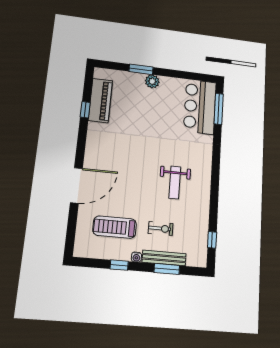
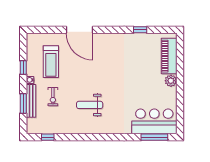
window: (141, 69) -> (180, 71), removed
piano: (100, 100) -> (169, 56), moved, turned 90
treadmill: (115, 227) -> (51, 62), turned 180

